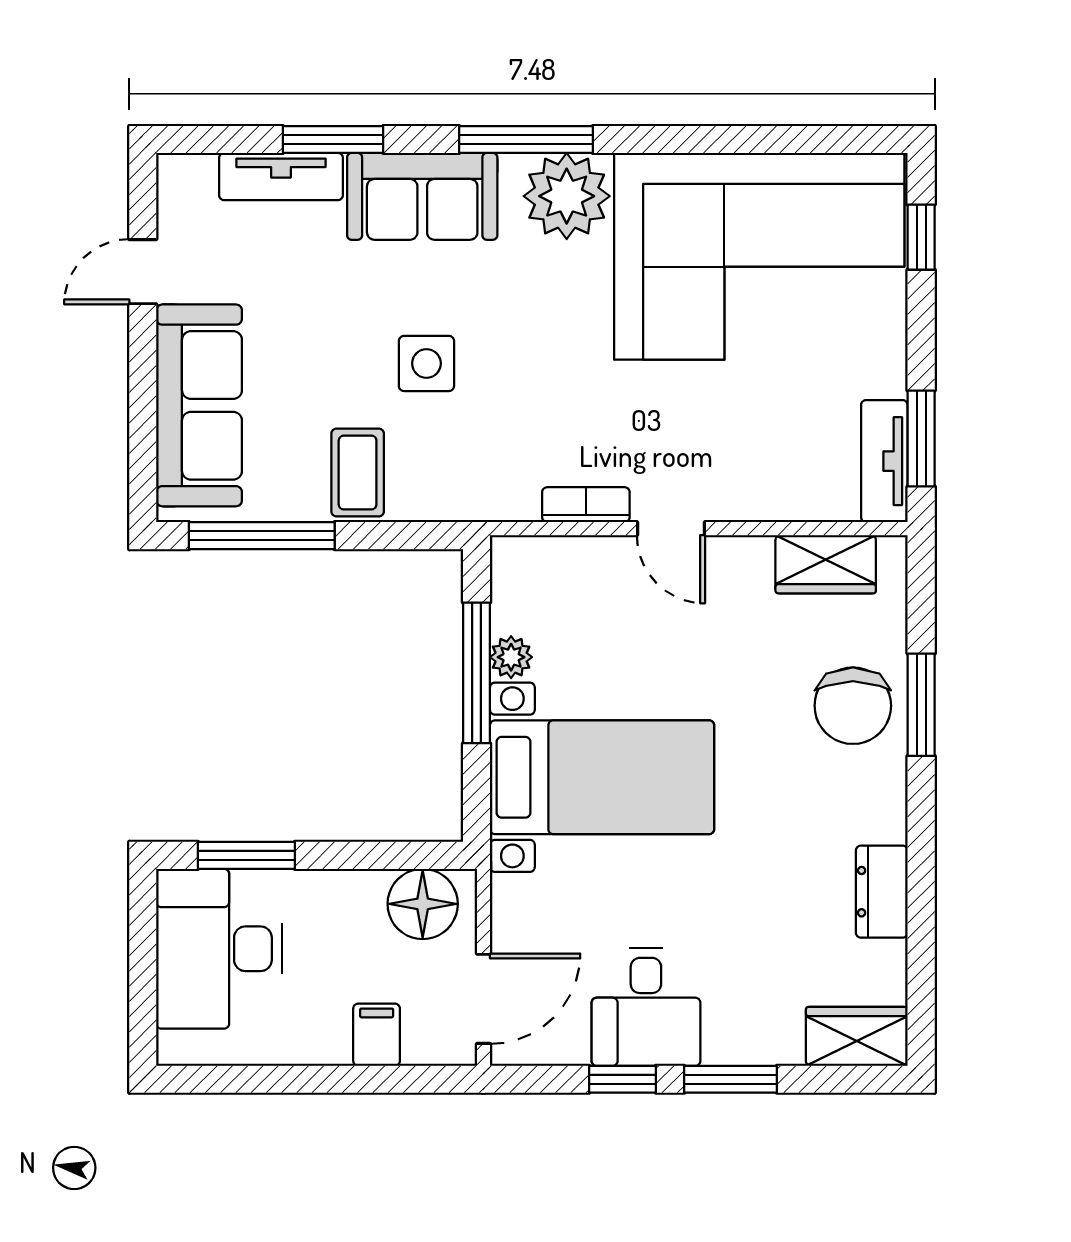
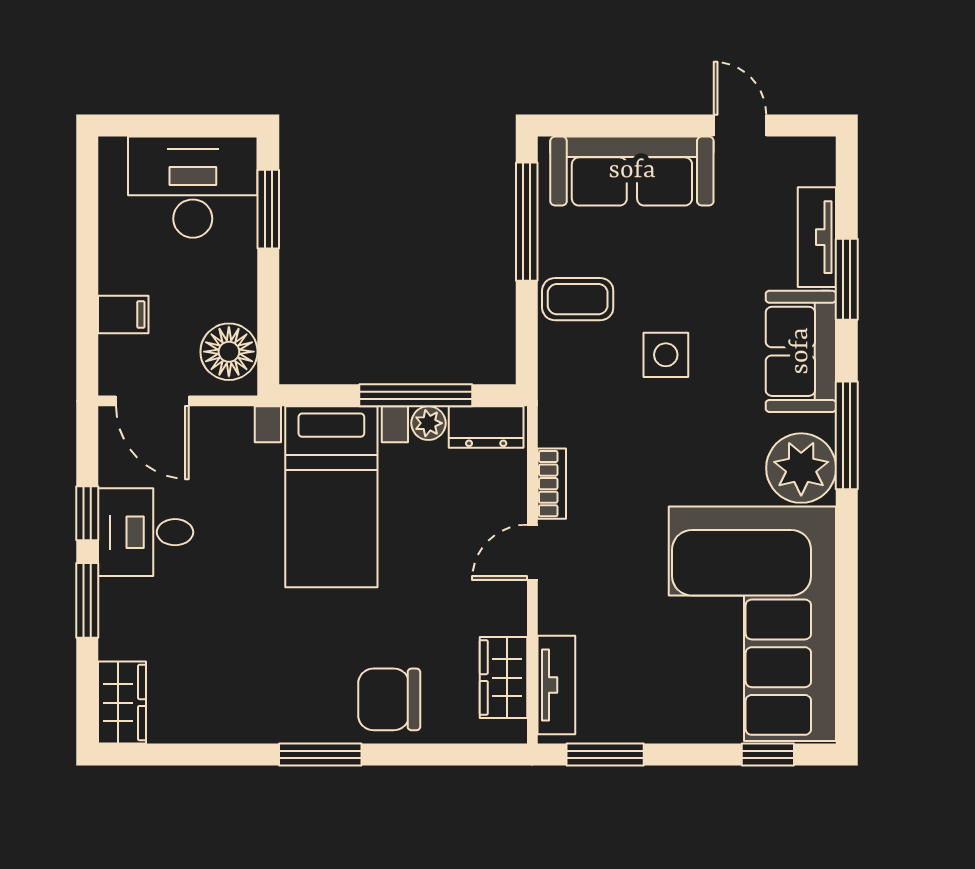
tv unit: (884, 461) -> (556, 685), moved, turned 90
window: (921, 705) -> (320, 755), moved
dresser: (882, 892) -> (486, 427), moved, turned 180

